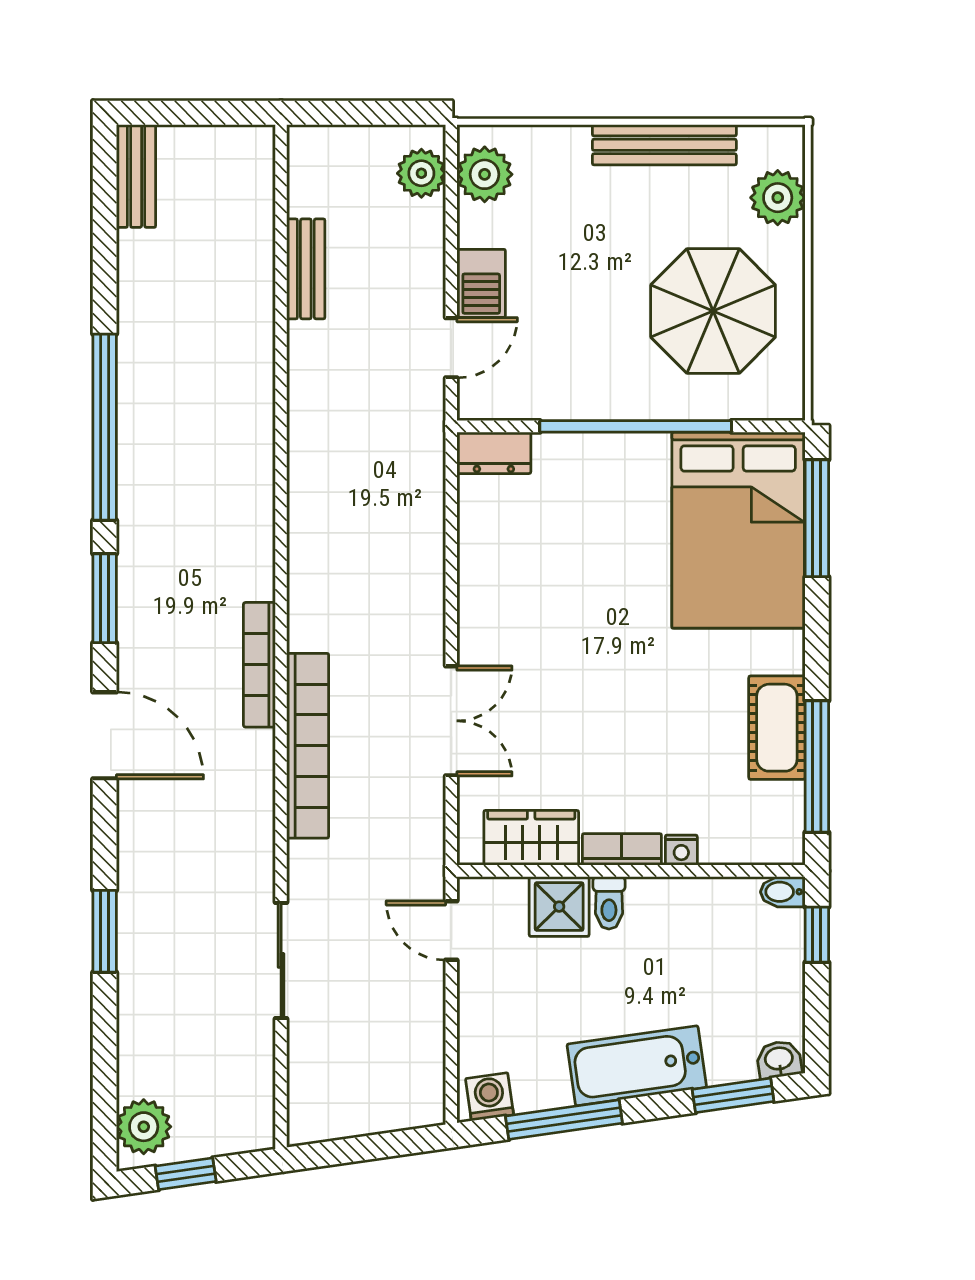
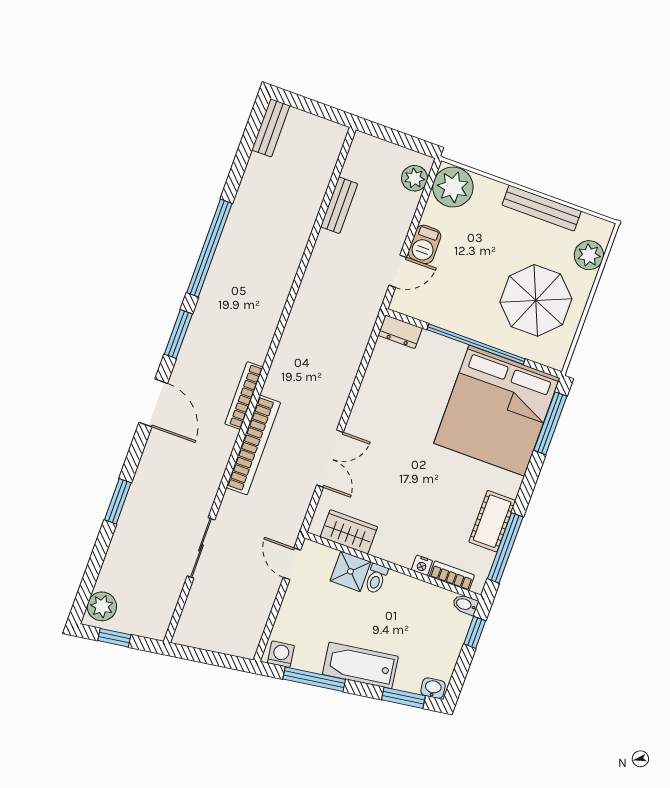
plant: (485, 174) -> (453, 187), width x1.36, depth x1.36
bed: (738, 530) -> (497, 411), width x1.36
bookcase: (622, 849) -> (452, 576), moved

